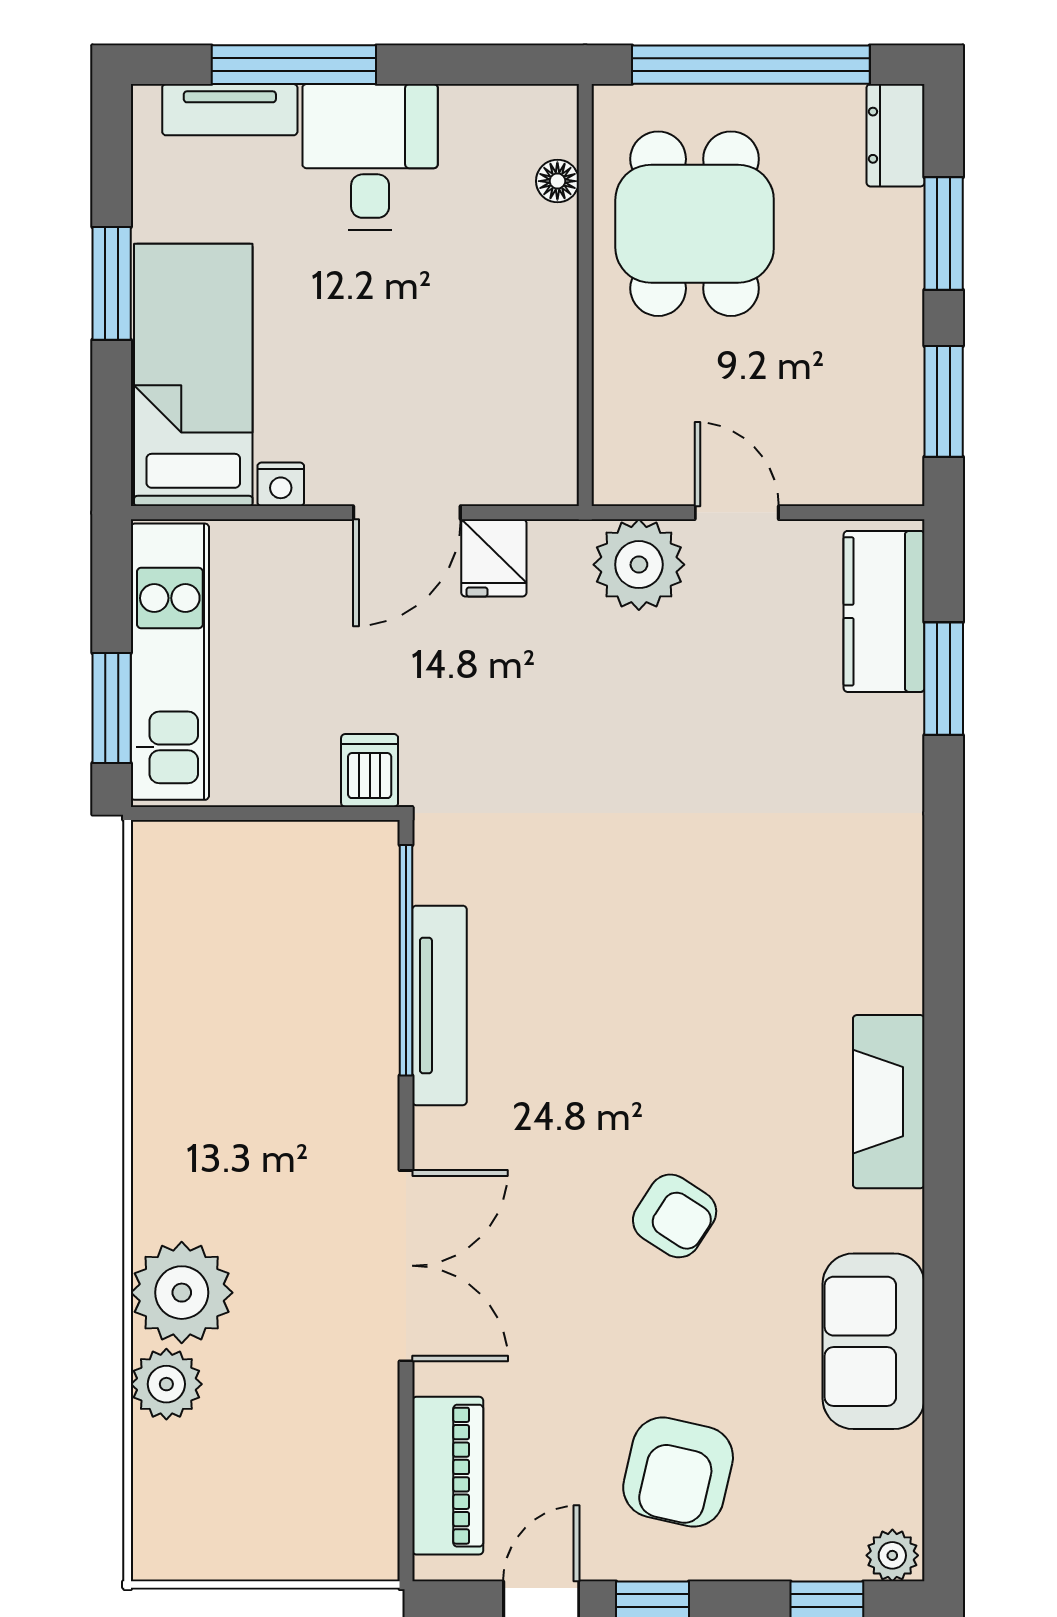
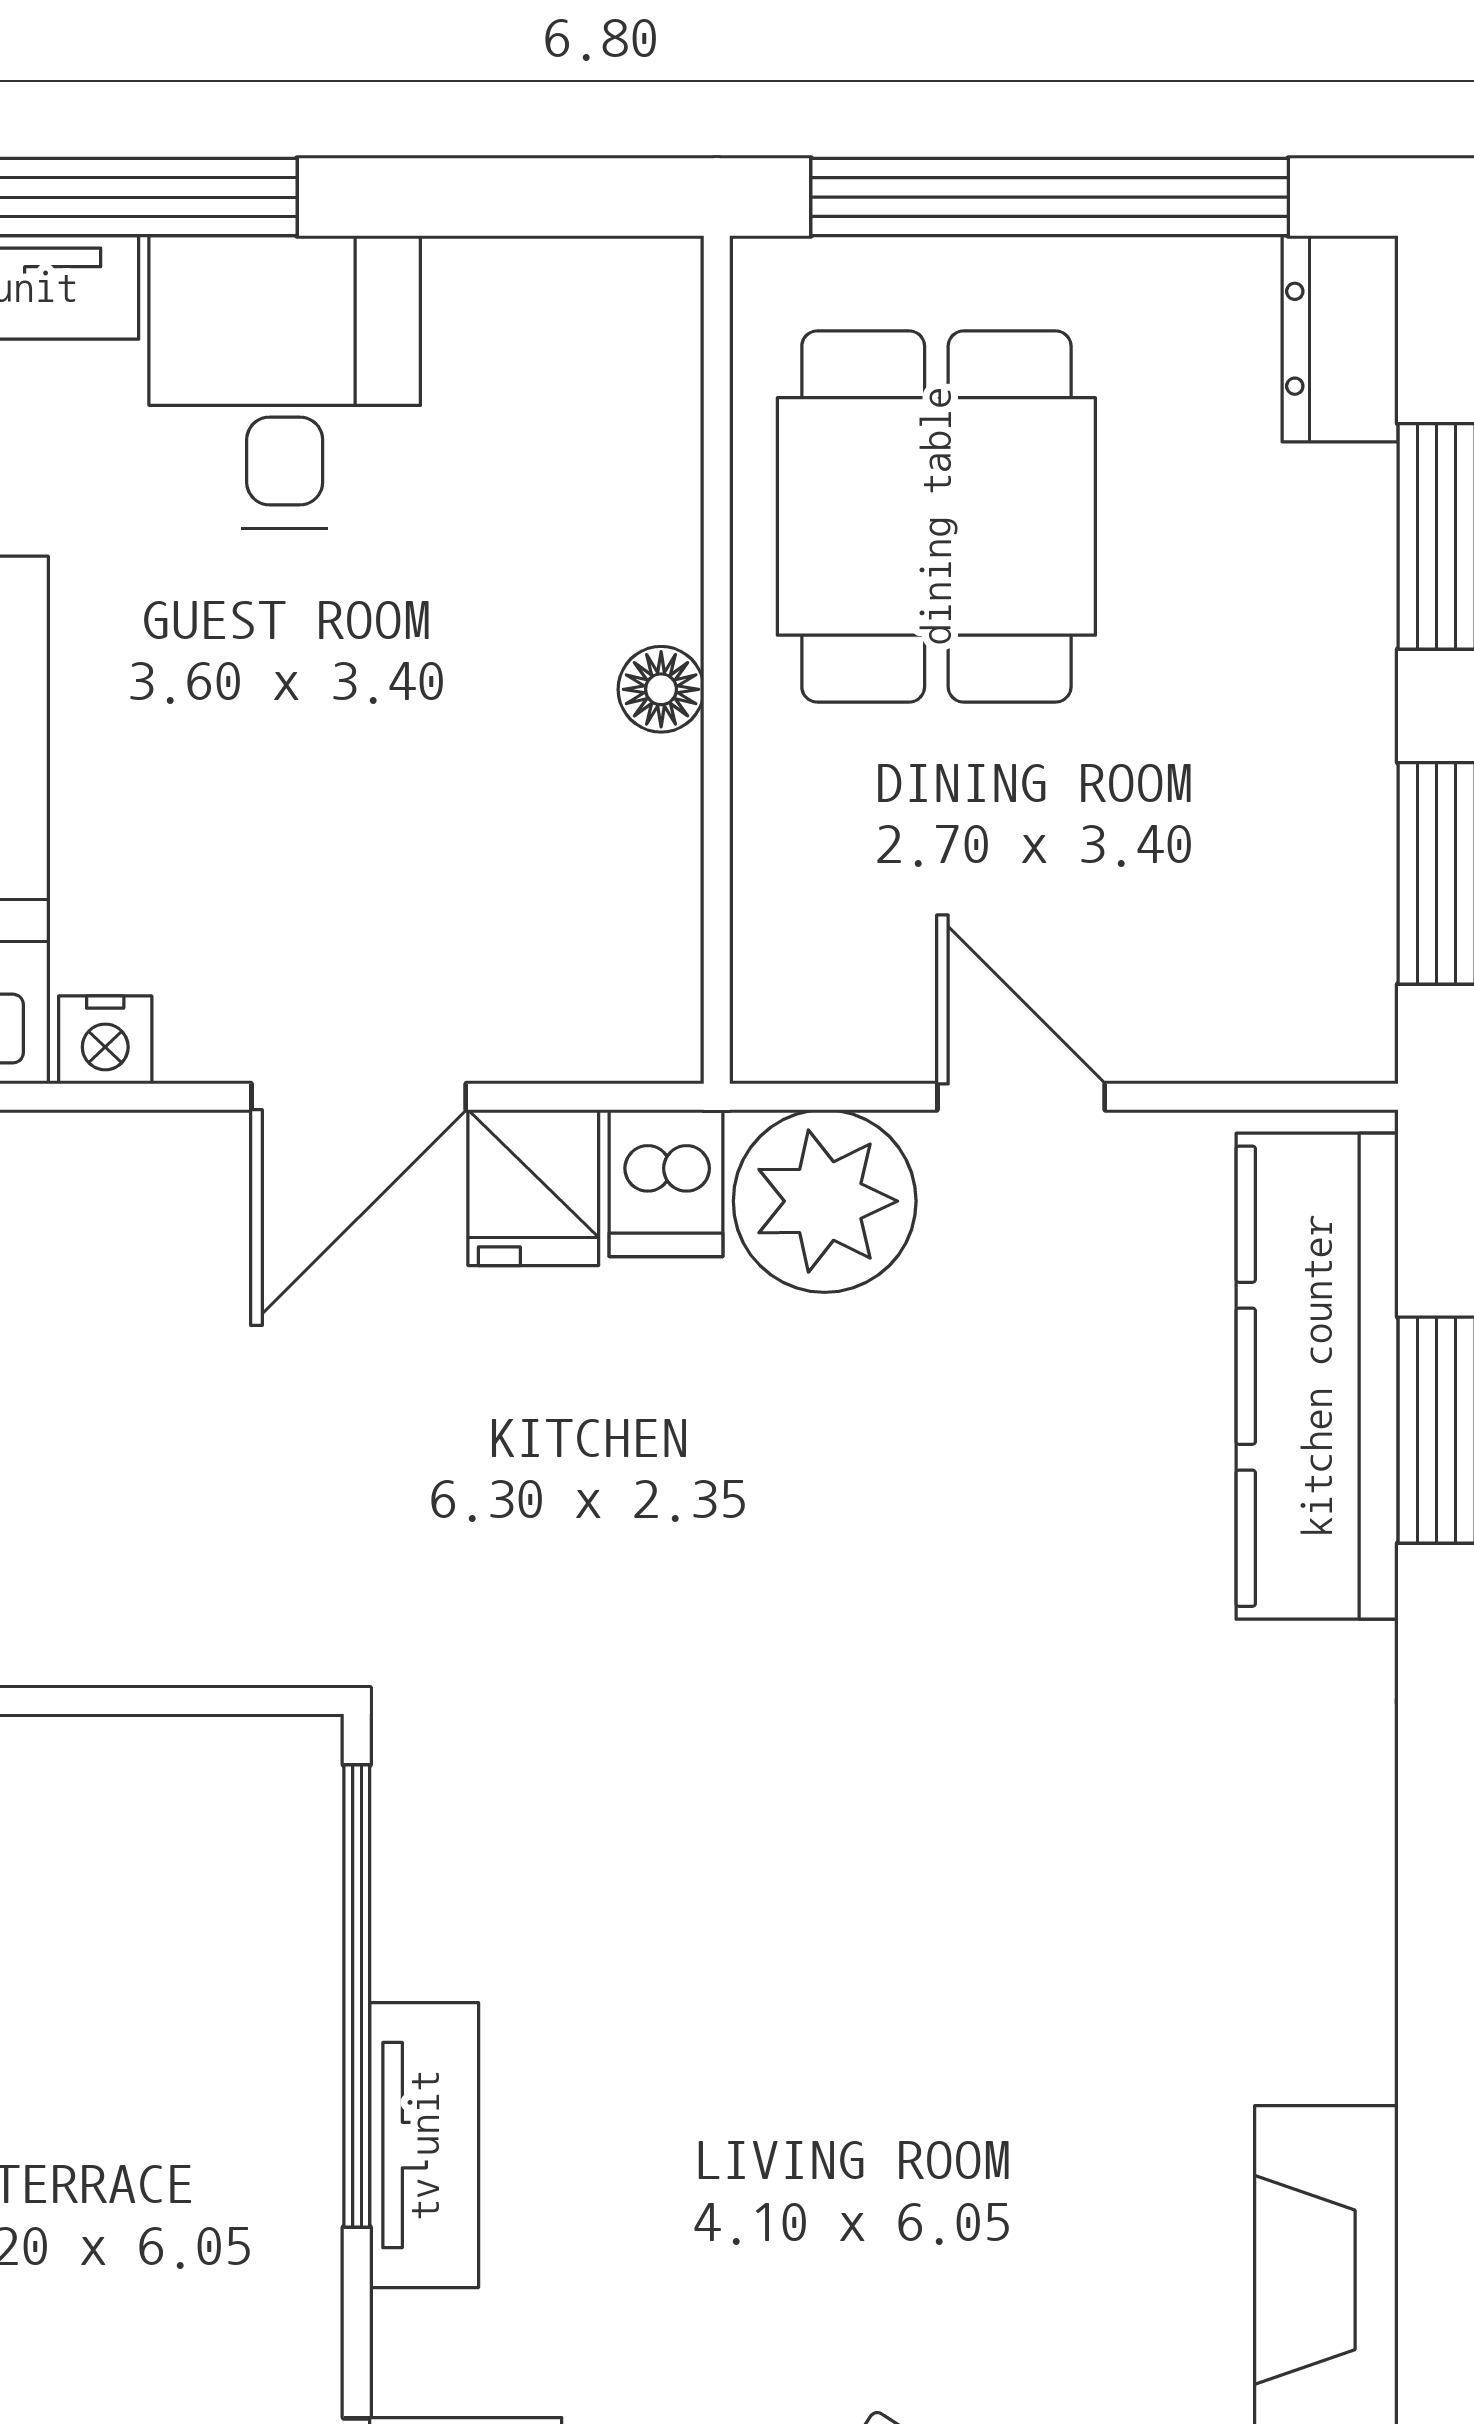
floor lamp: (557, 181) -> (661, 689), moved
kitchen counter: (884, 611) -> (1317, 1376), width x1.50
dishwasher: (370, 770) -> (666, 1183), moved, turned 180
tv unit: (440, 1005) -> (424, 2145), width x0.71

